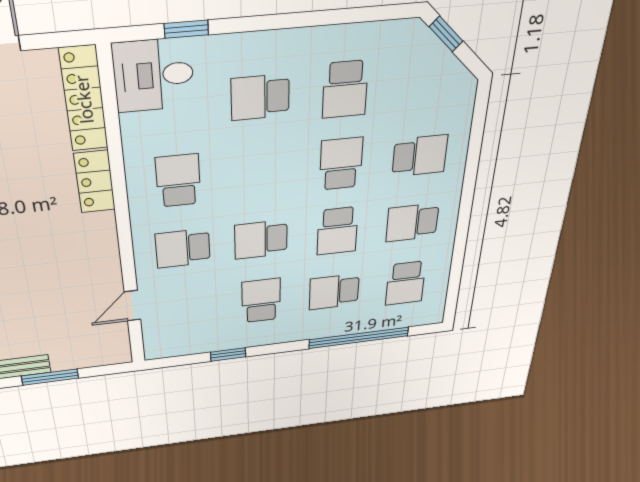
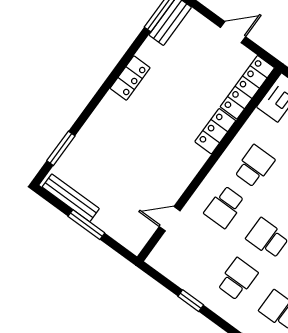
school desk: (183, 248) -> (224, 207), turned -90

